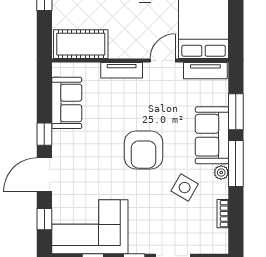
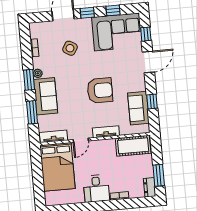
window: (44, 134) -> (152, 101), moved
armchair: (144, 150) -> (100, 90), moved, turned 90
window: (236, 164) -> (29, 80), width x0.69
side table: (185, 188) -> (70, 48), moved

